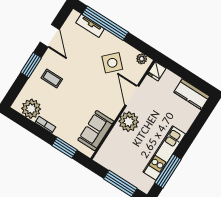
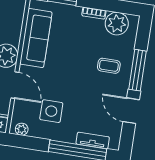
side table: (112, 63) -> (51, 111), turned 45
window: (31, 65) -> (138, 70), width x1.44
sofa: (96, 131) -> (36, 38), width x1.36

